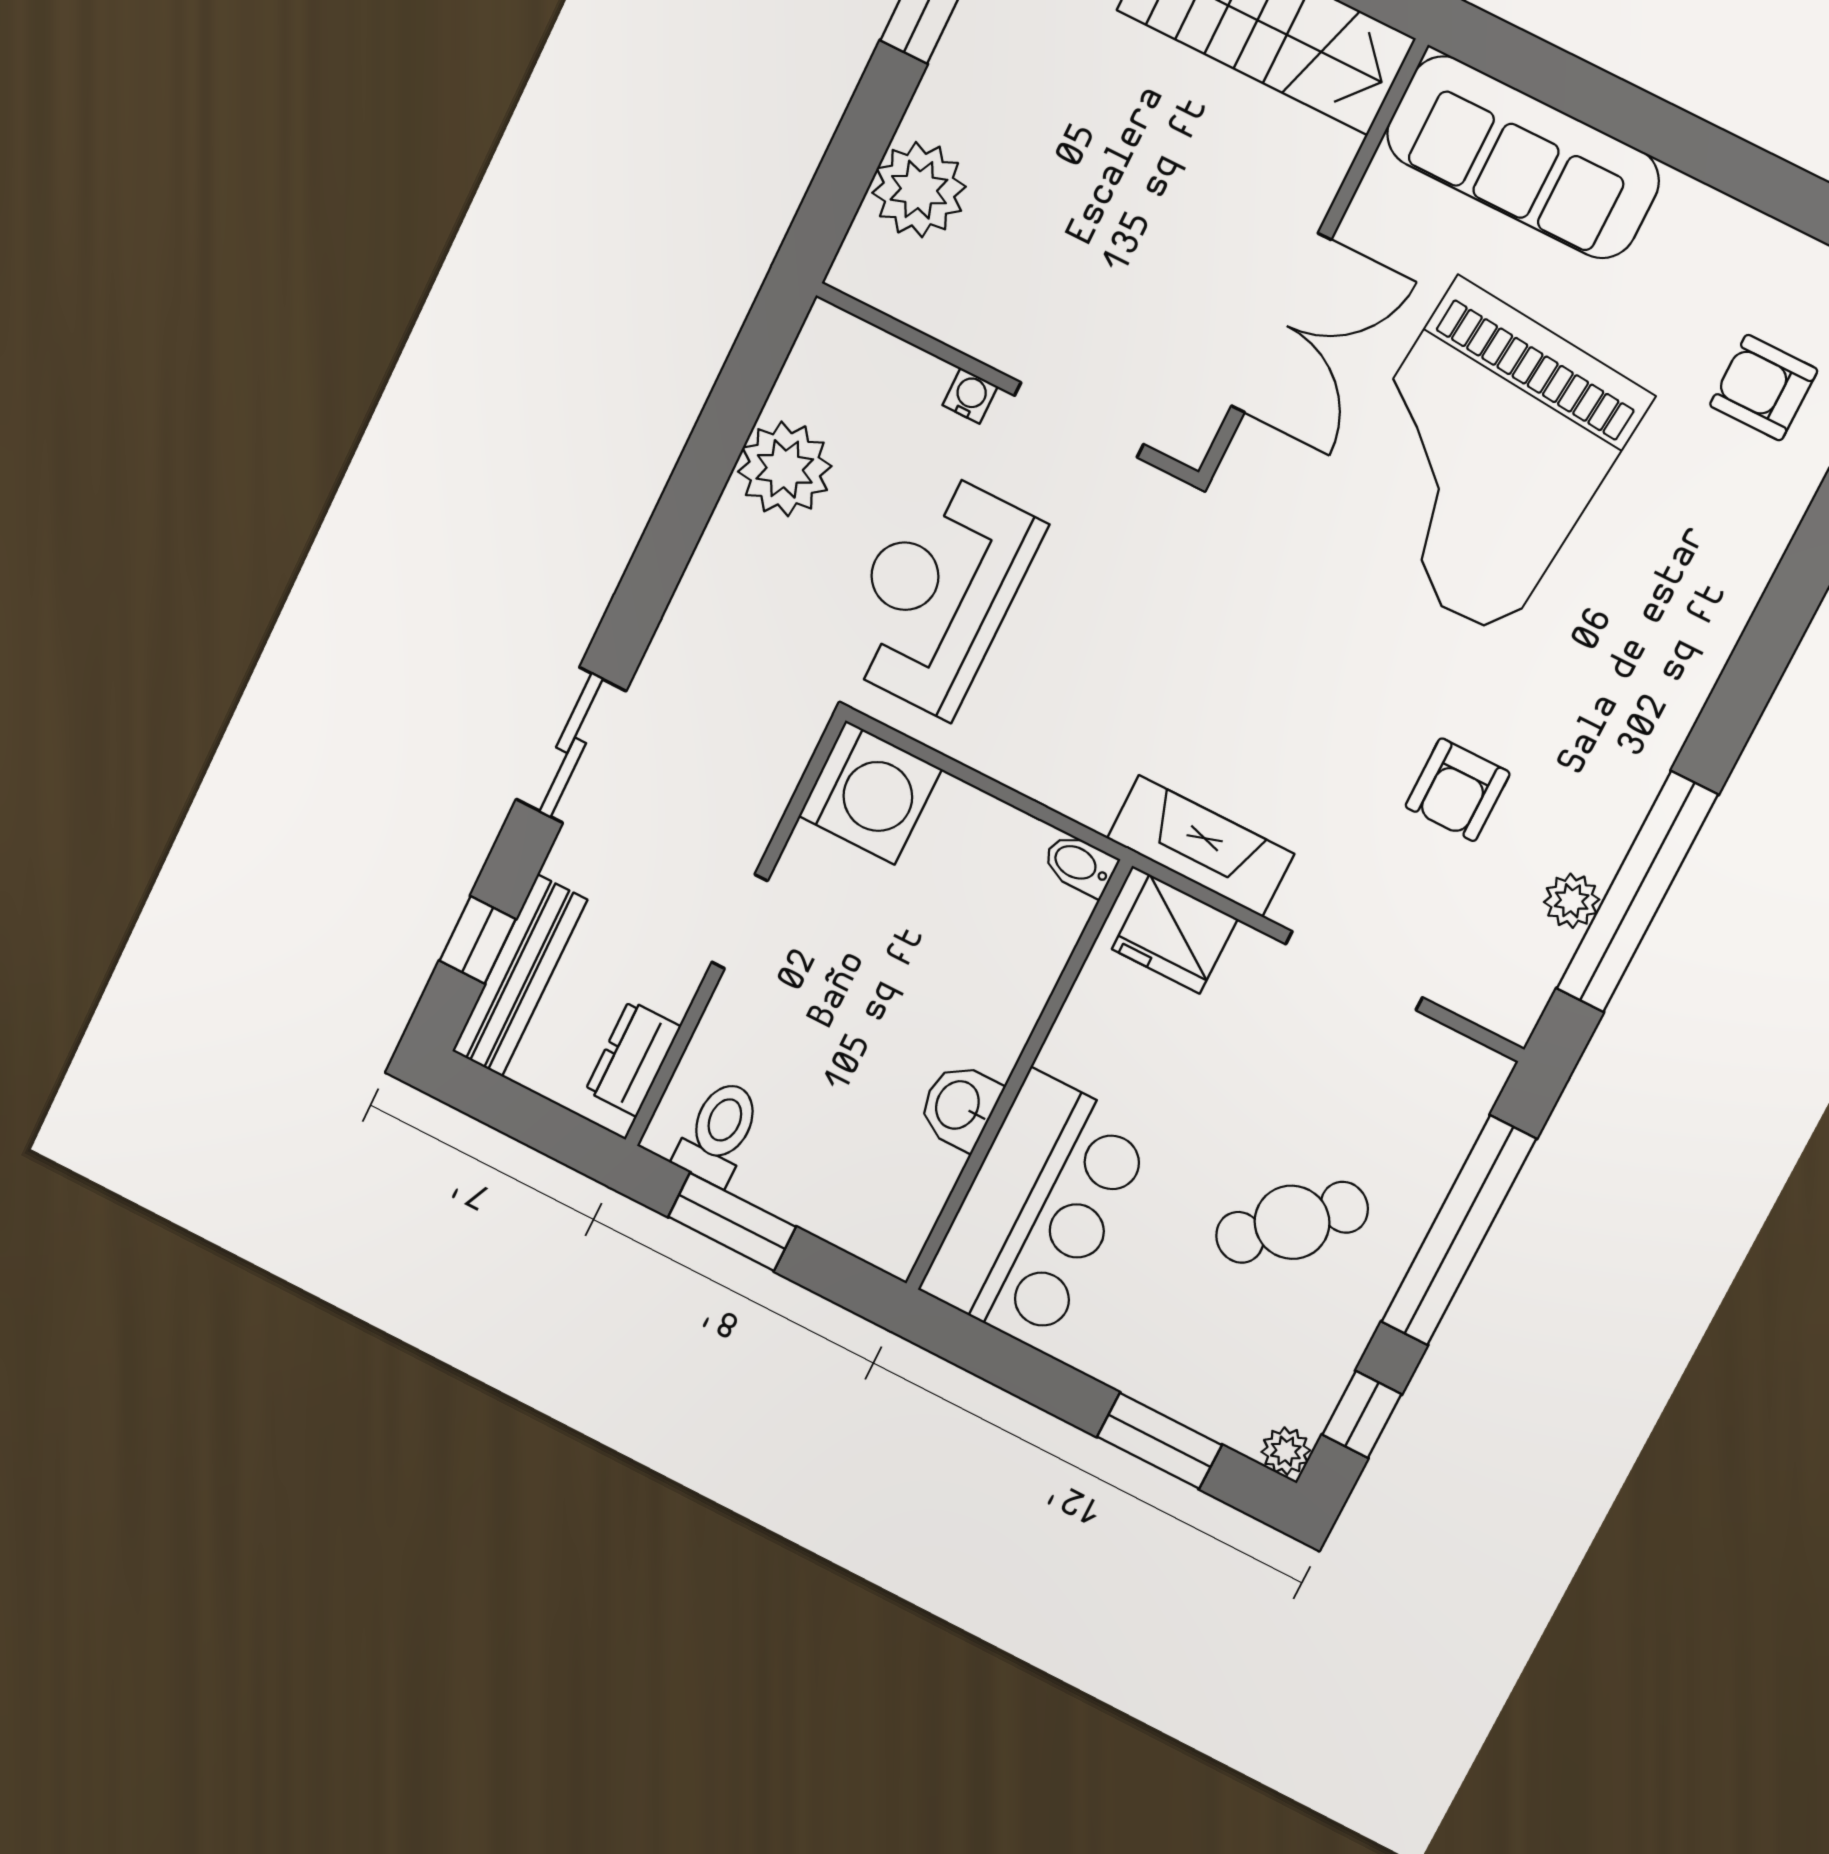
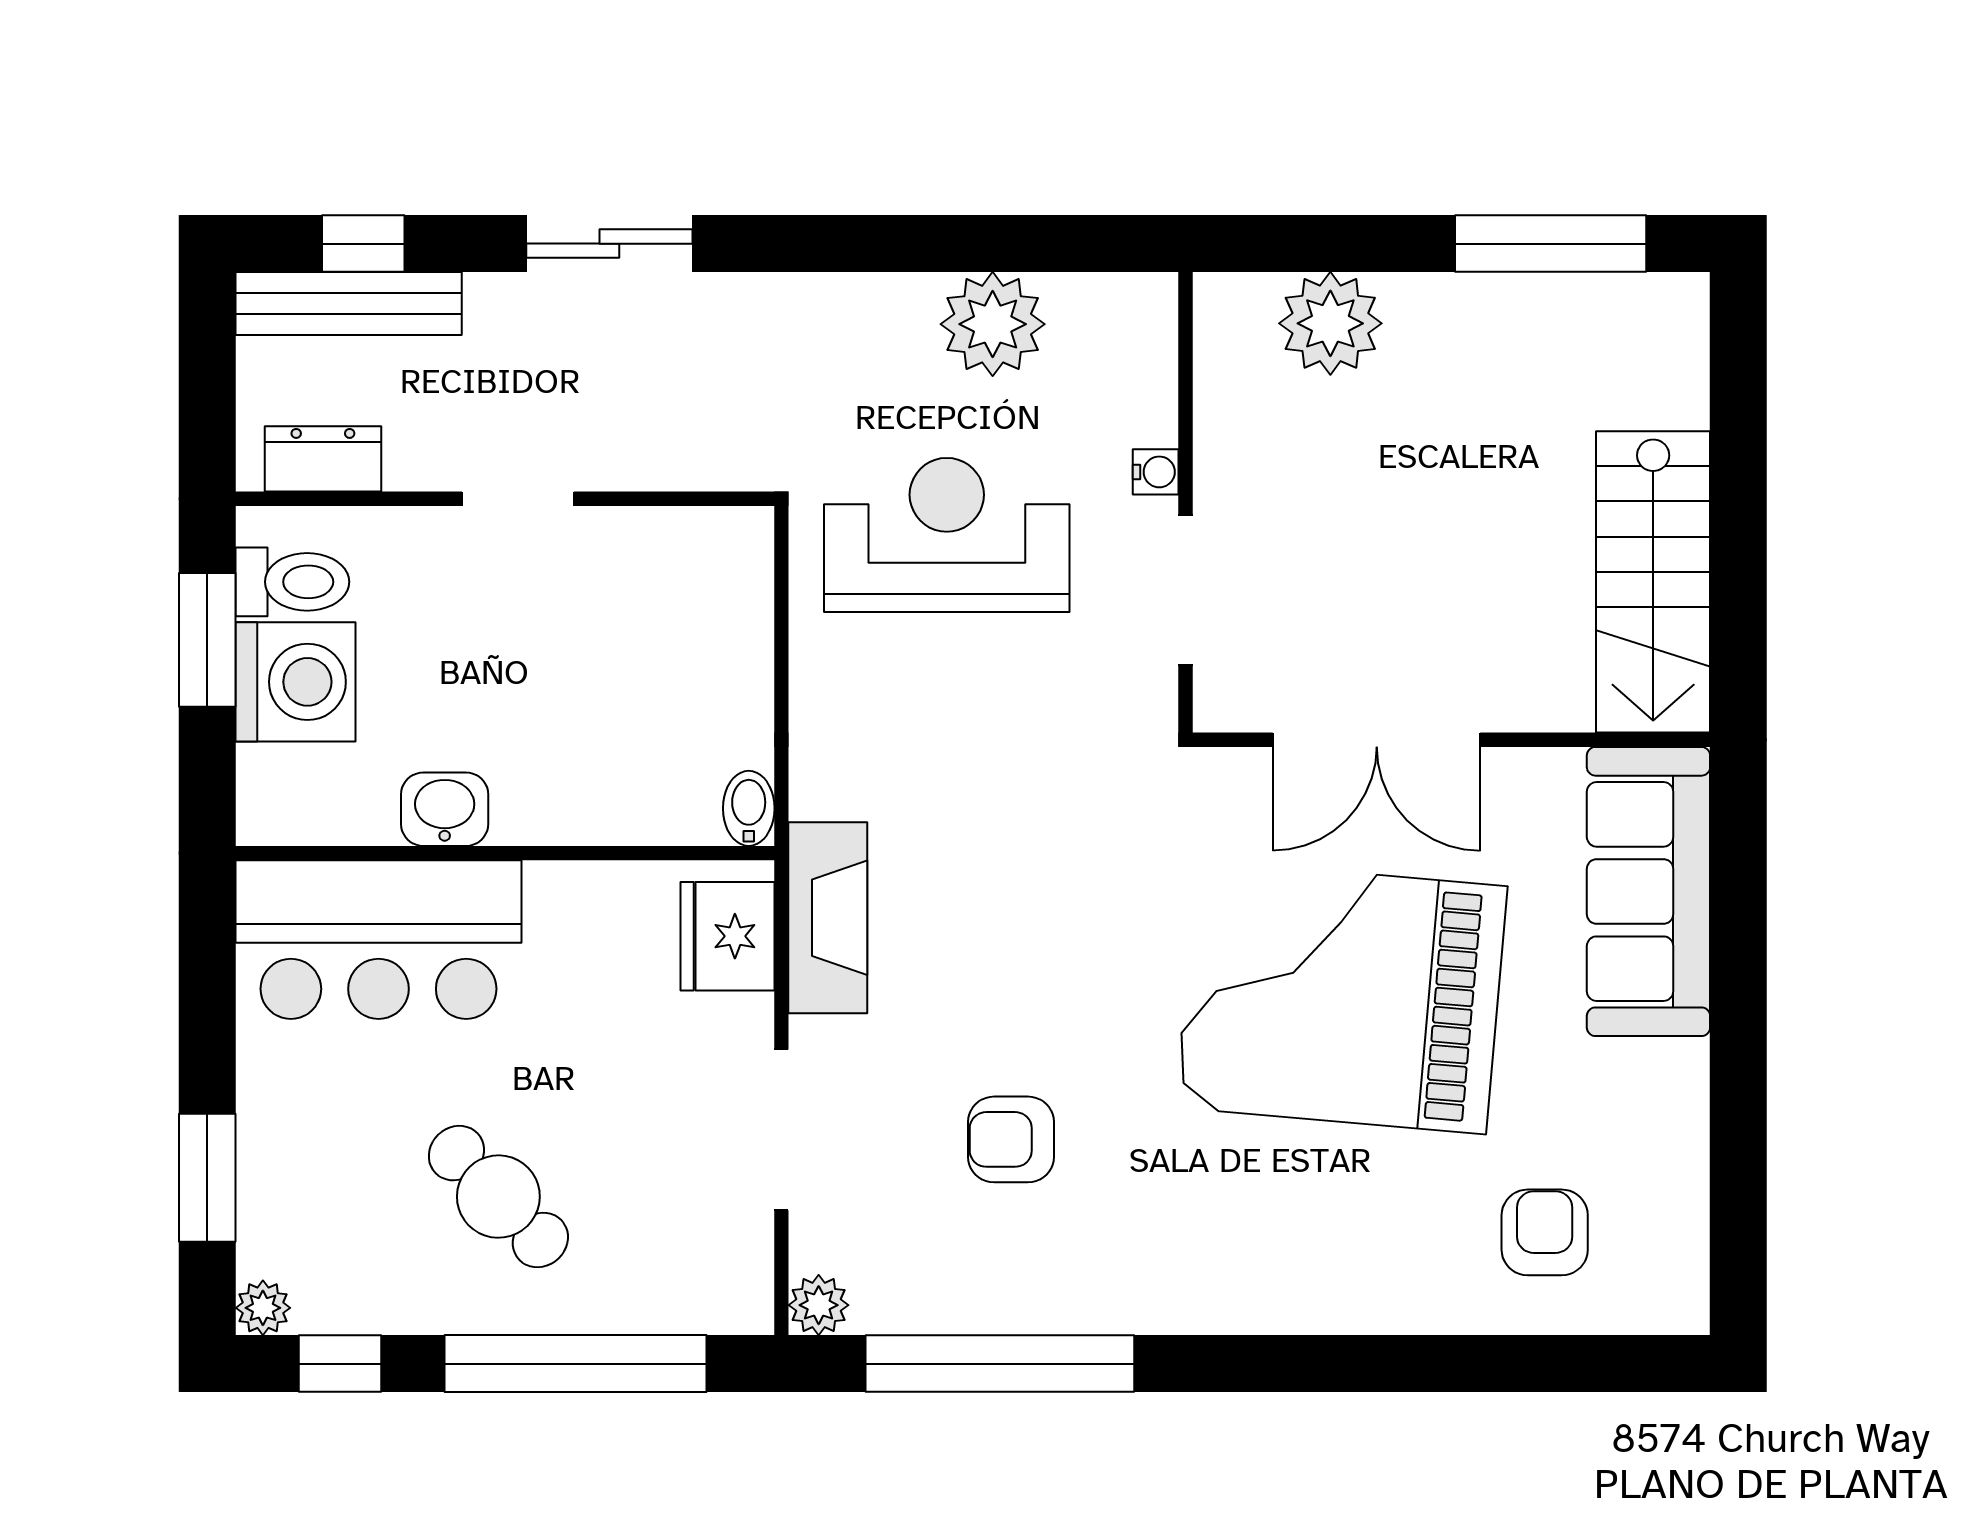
washing machine: (870, 793) -> (295, 682), moved, turned -90
plant: (1572, 901) -> (819, 1305), moved

